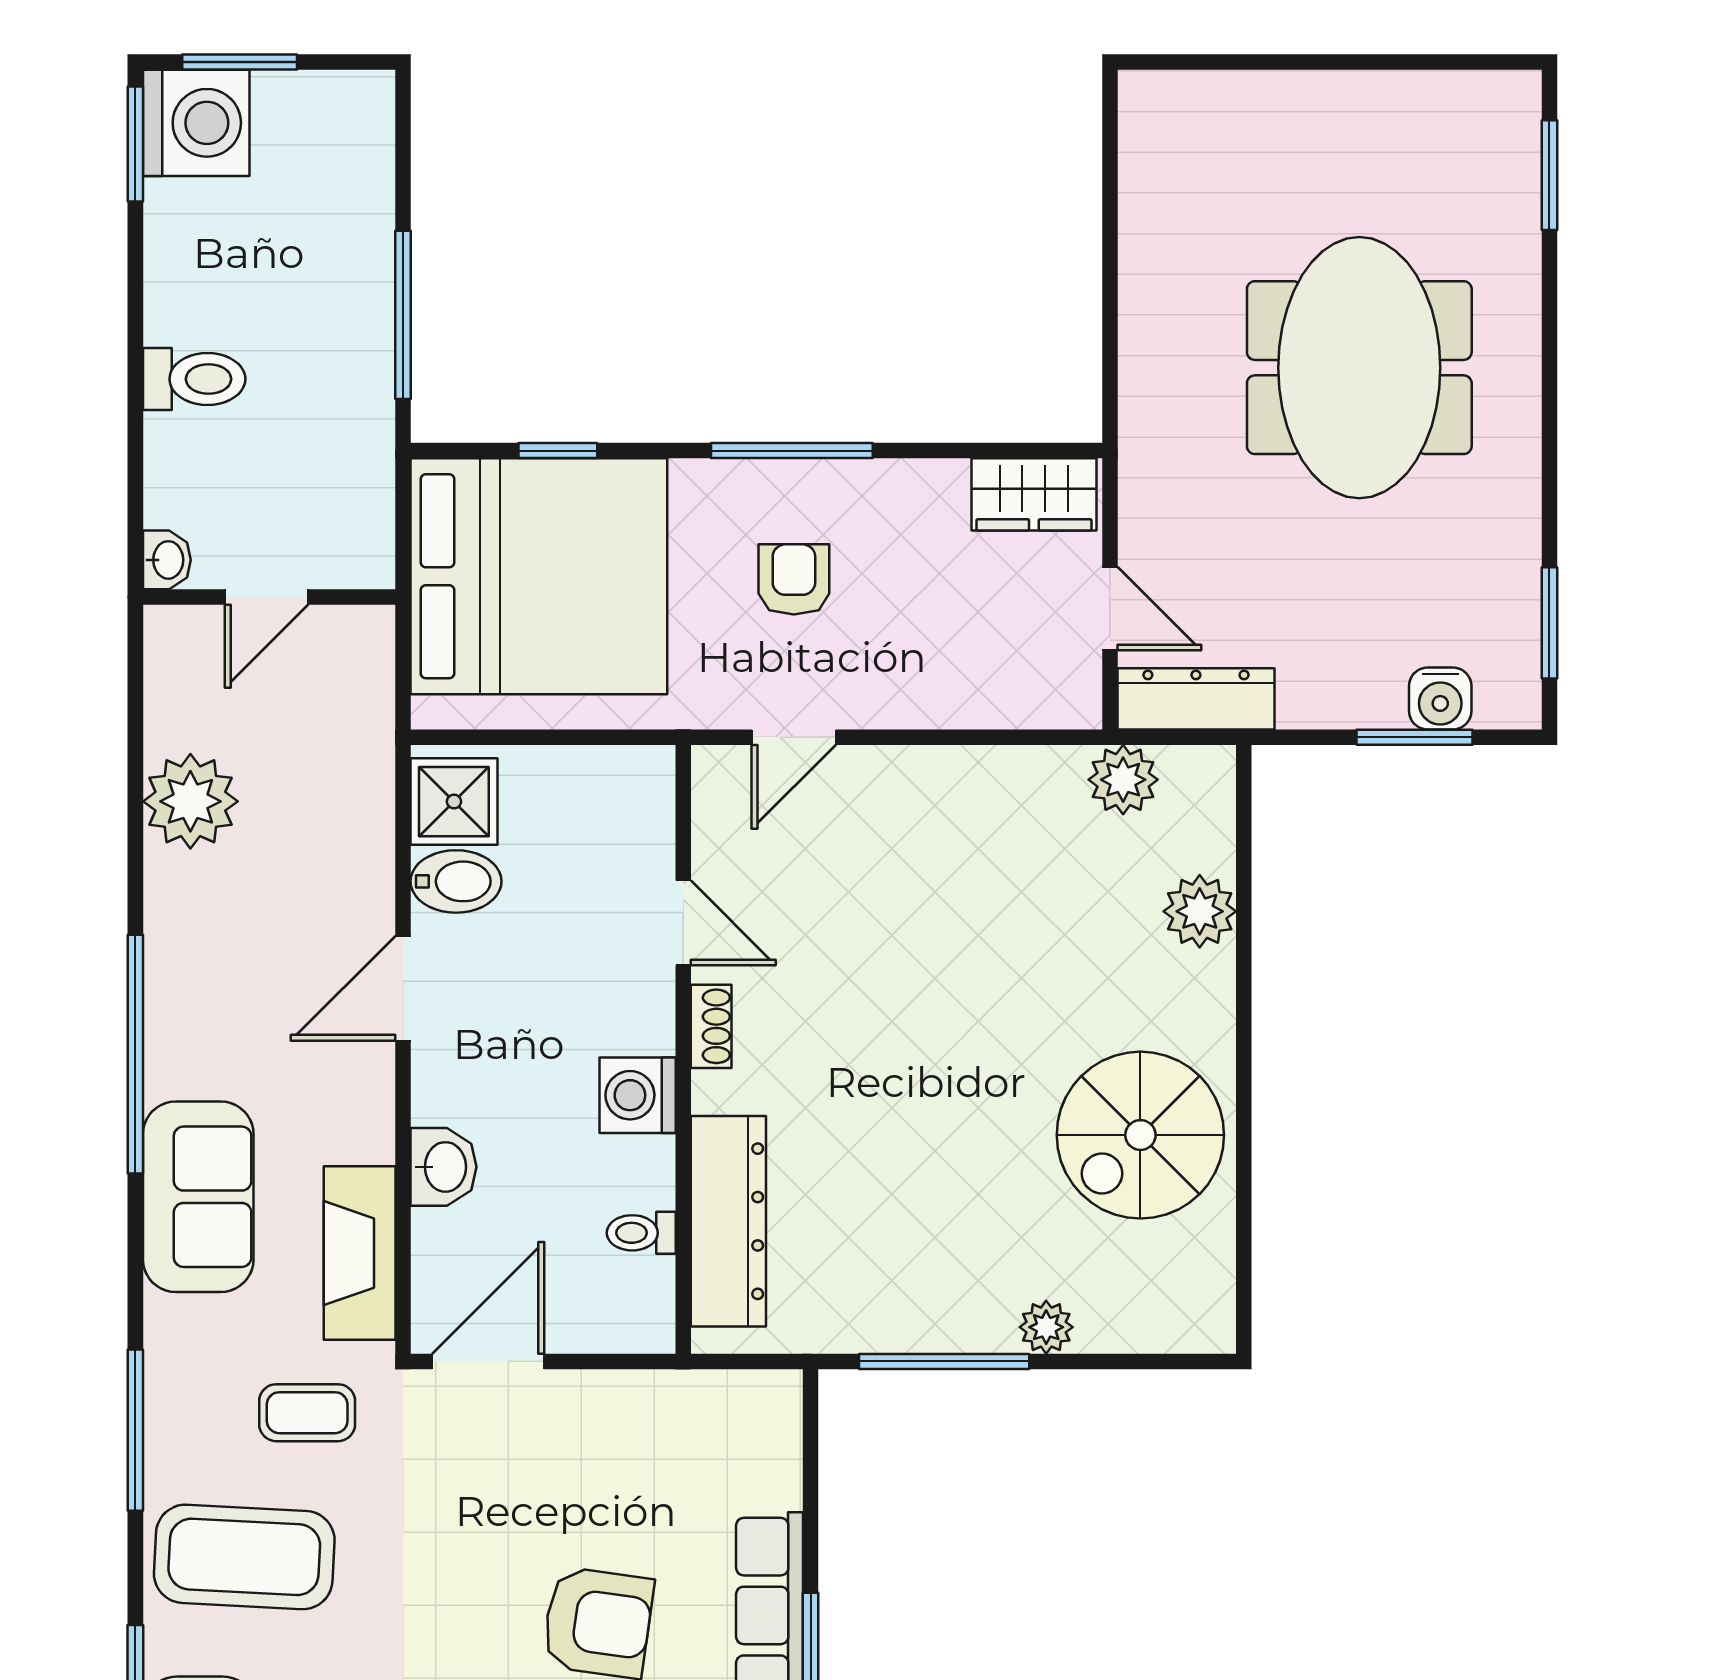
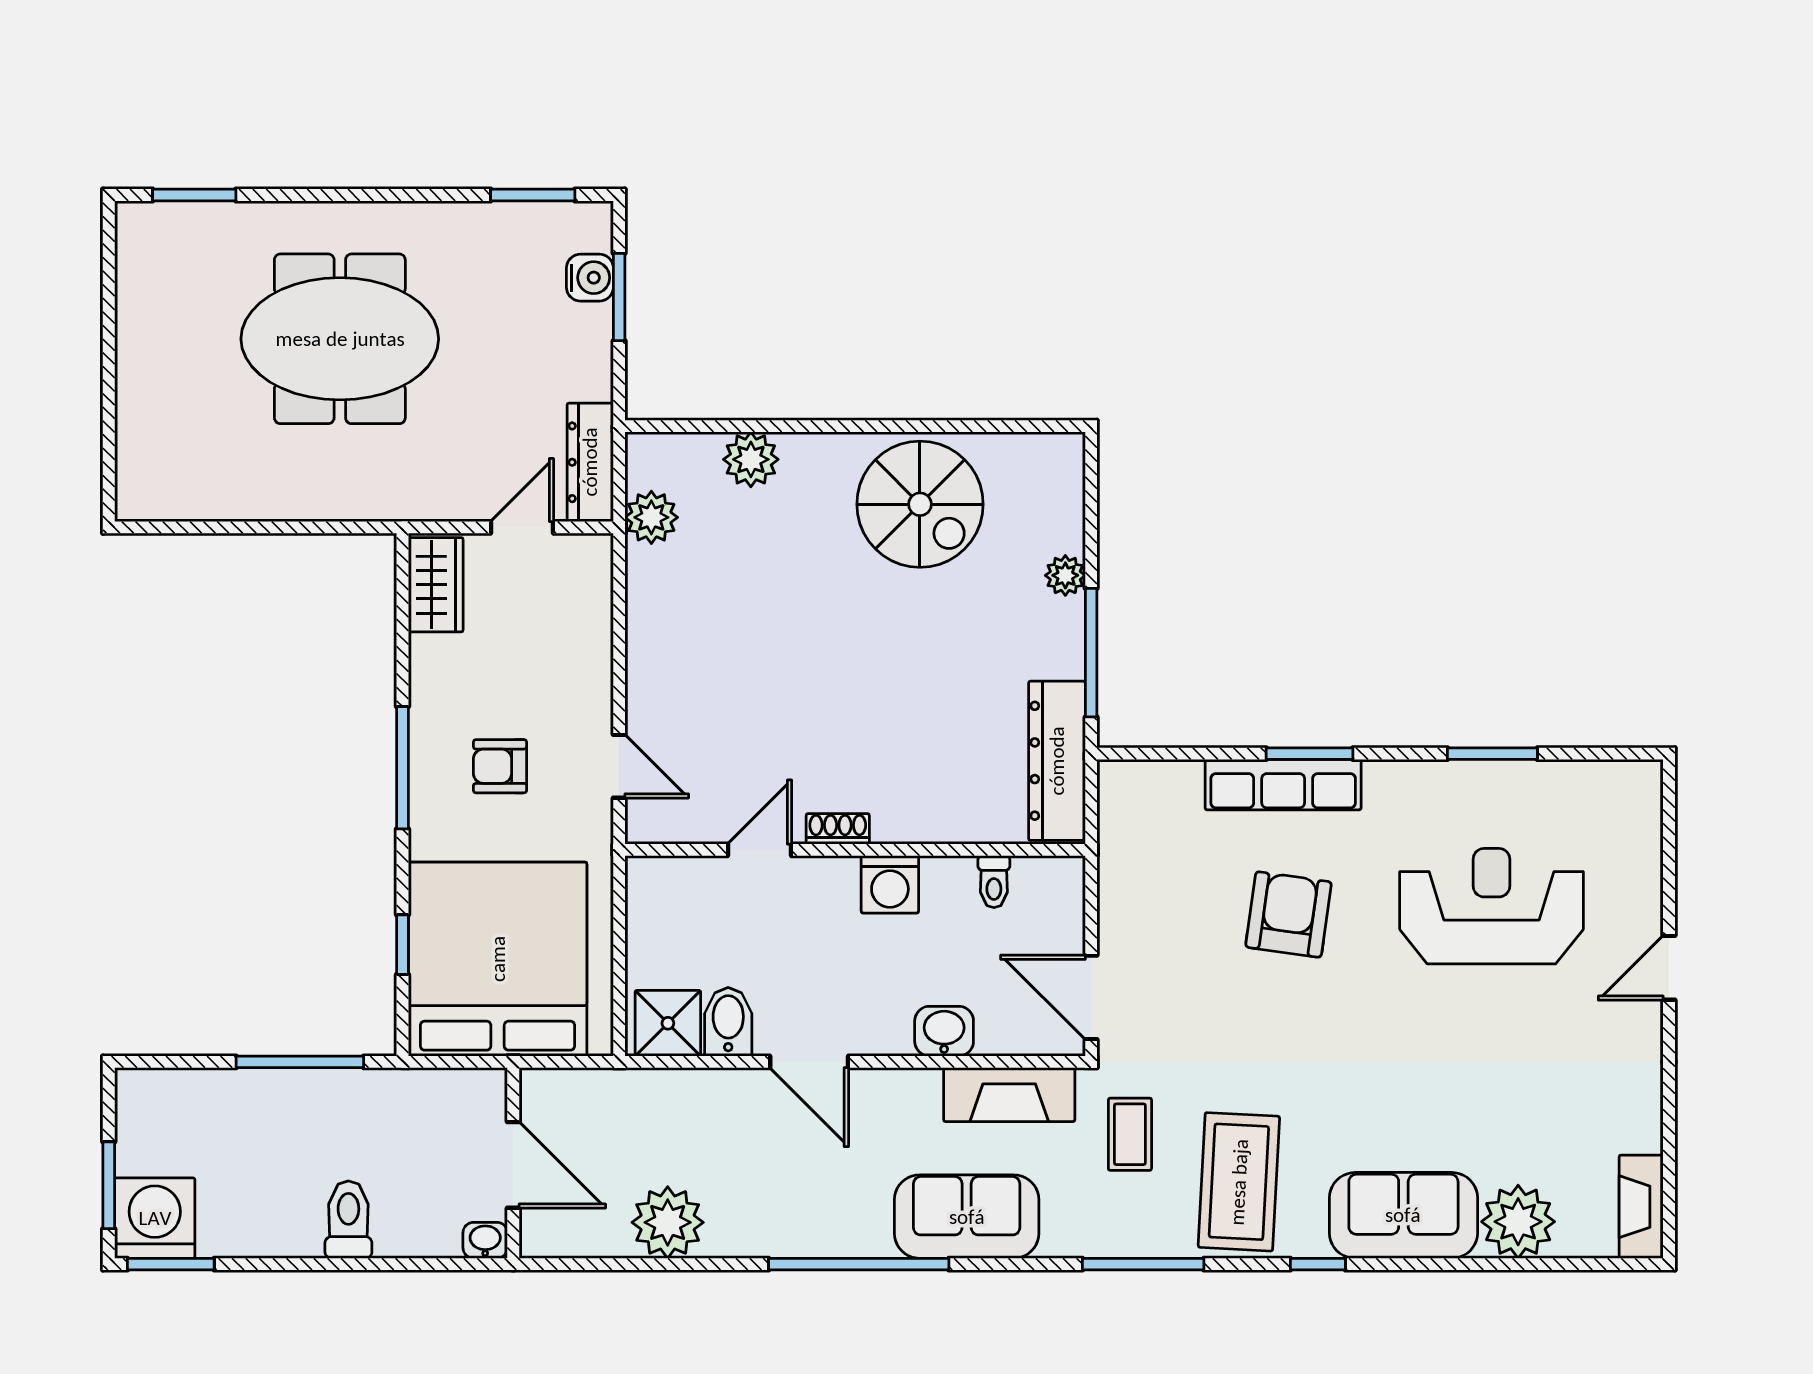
door: (266, 597) -> (513, 1165), width x1.38
dresser: (728, 1221) -> (1057, 761), moved, turned -90

